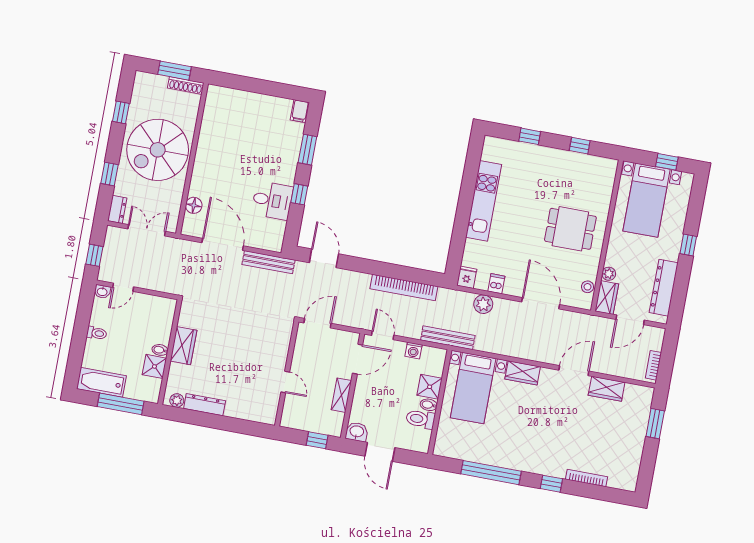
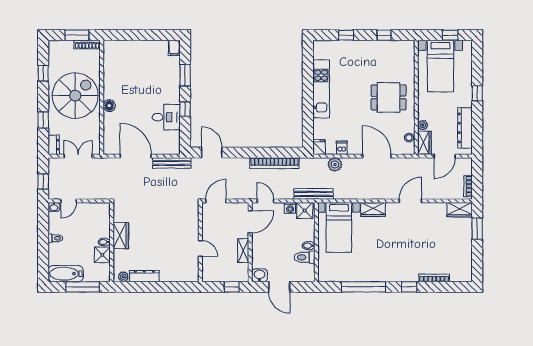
spiral stairs: (158, 150) -> (75, 96), turned 180
floor lamp: (194, 205) -> (109, 106), moved
shower: (430, 387) -> (305, 211), moved
wardrobe: (607, 389) -> (460, 210), moved

